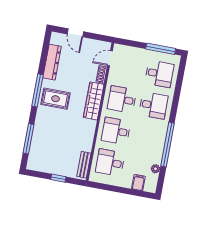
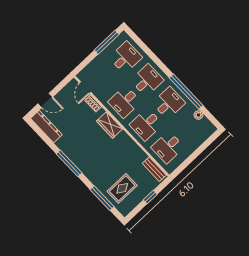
dresser: (52, 62) -> (46, 127), moved
rug: (56, 99) -> (122, 188), moved
wardrobe: (94, 101) -> (110, 125), width x0.67
desk: (148, 137) -> (169, 103), added
filing cabinet: (138, 183) -> (200, 136), removed

